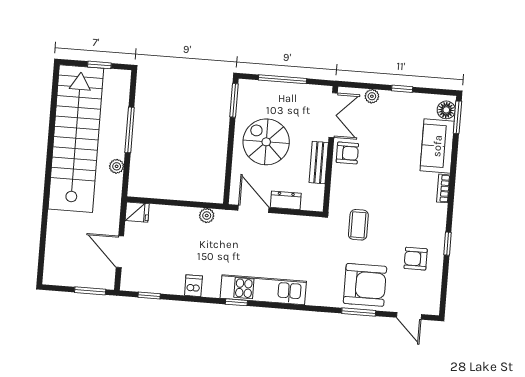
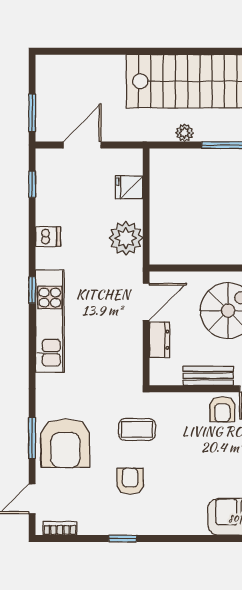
bookcase: (443, 188) -> (60, 528), moved
fridge: (137, 212) -> (129, 187), moved, turned 90
plant: (207, 216) -> (126, 238), width x1.88, depth x1.88
armchair: (416, 259) -> (130, 481), moved

